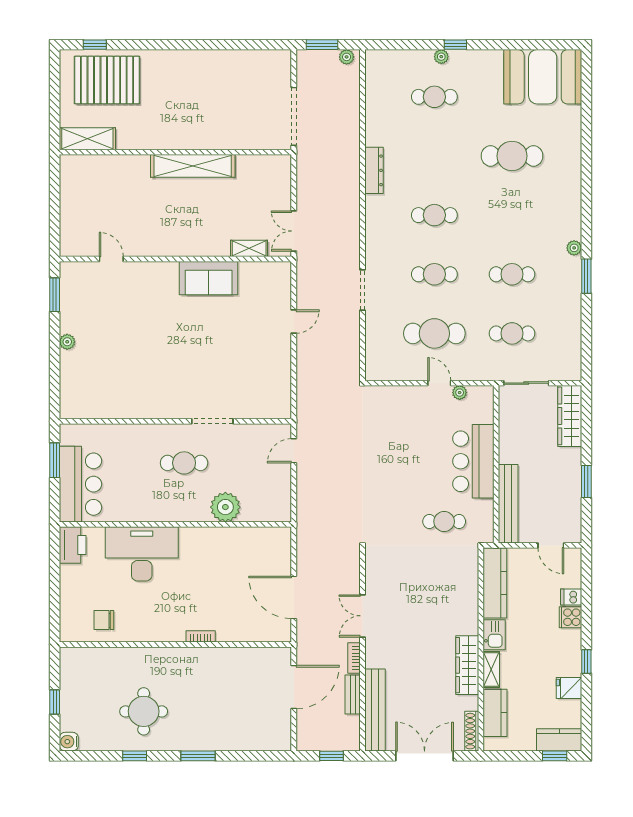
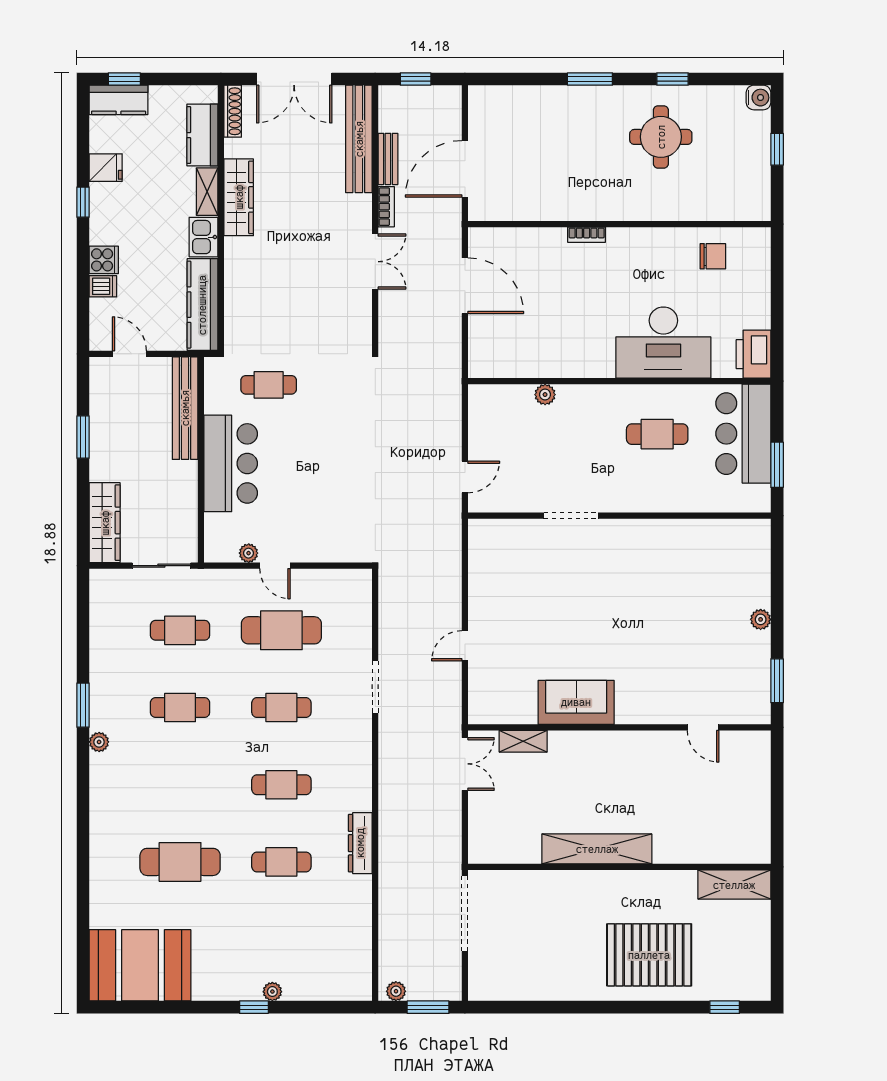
pallet: (107, 80) -> (649, 955), moved
cafe table: (434, 97) -> (281, 862), moved
cafe table: (184, 463) -> (657, 434), moved
plant: (225, 507) -> (545, 395), width x0.53, depth x0.53

